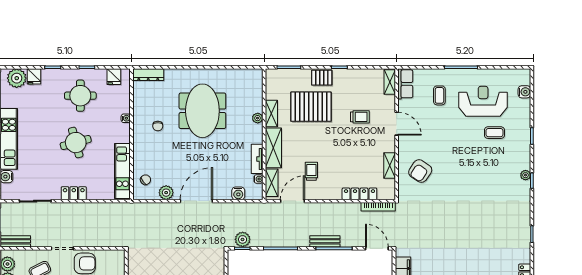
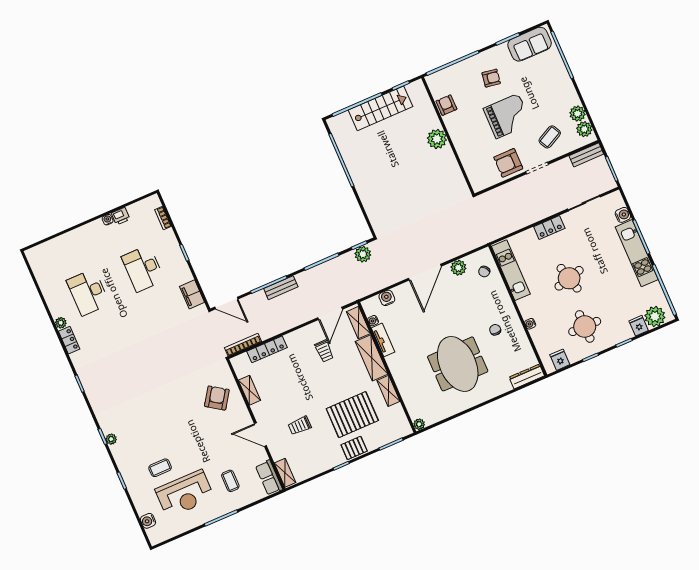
plant: (258, 118) -> (419, 424), moved

